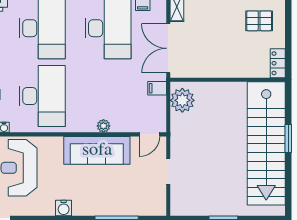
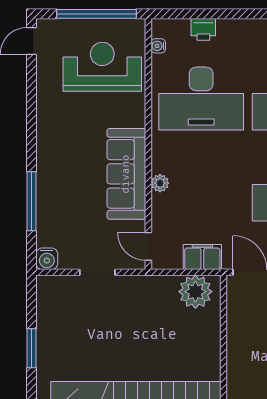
filing cabinet: (157, 88) -> (202, 257), width x2.00
water cooler: (64, 208) -> (47, 259), moved, turned -90

